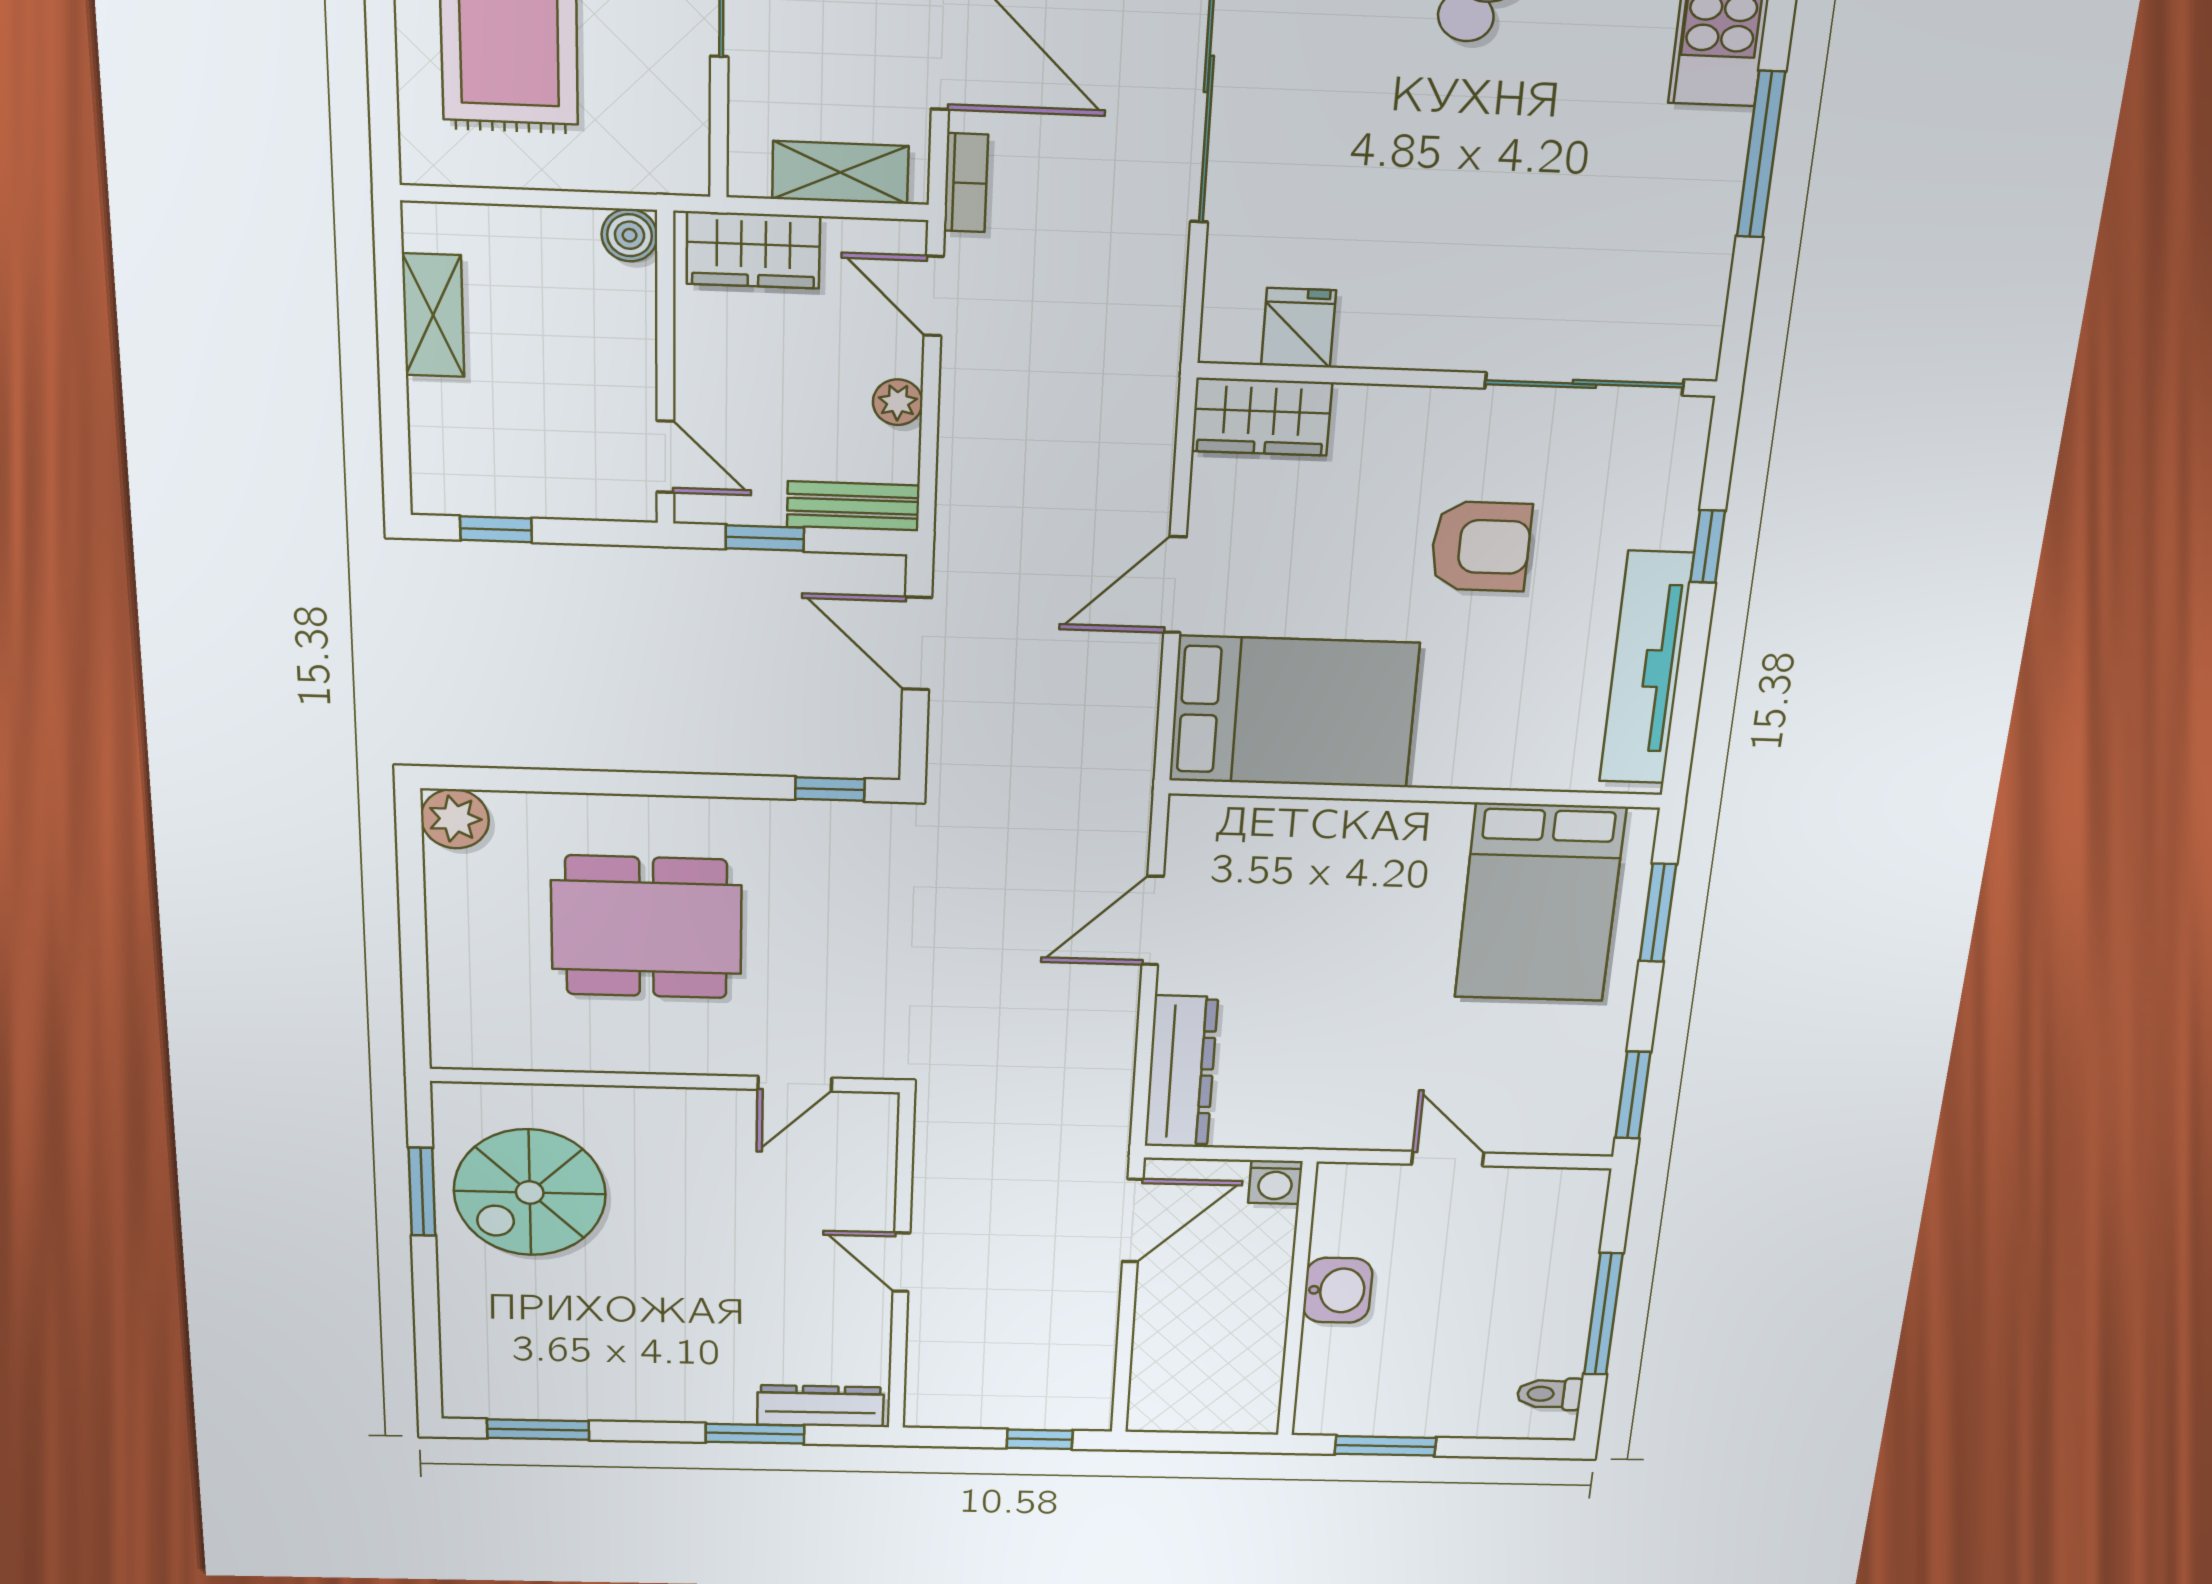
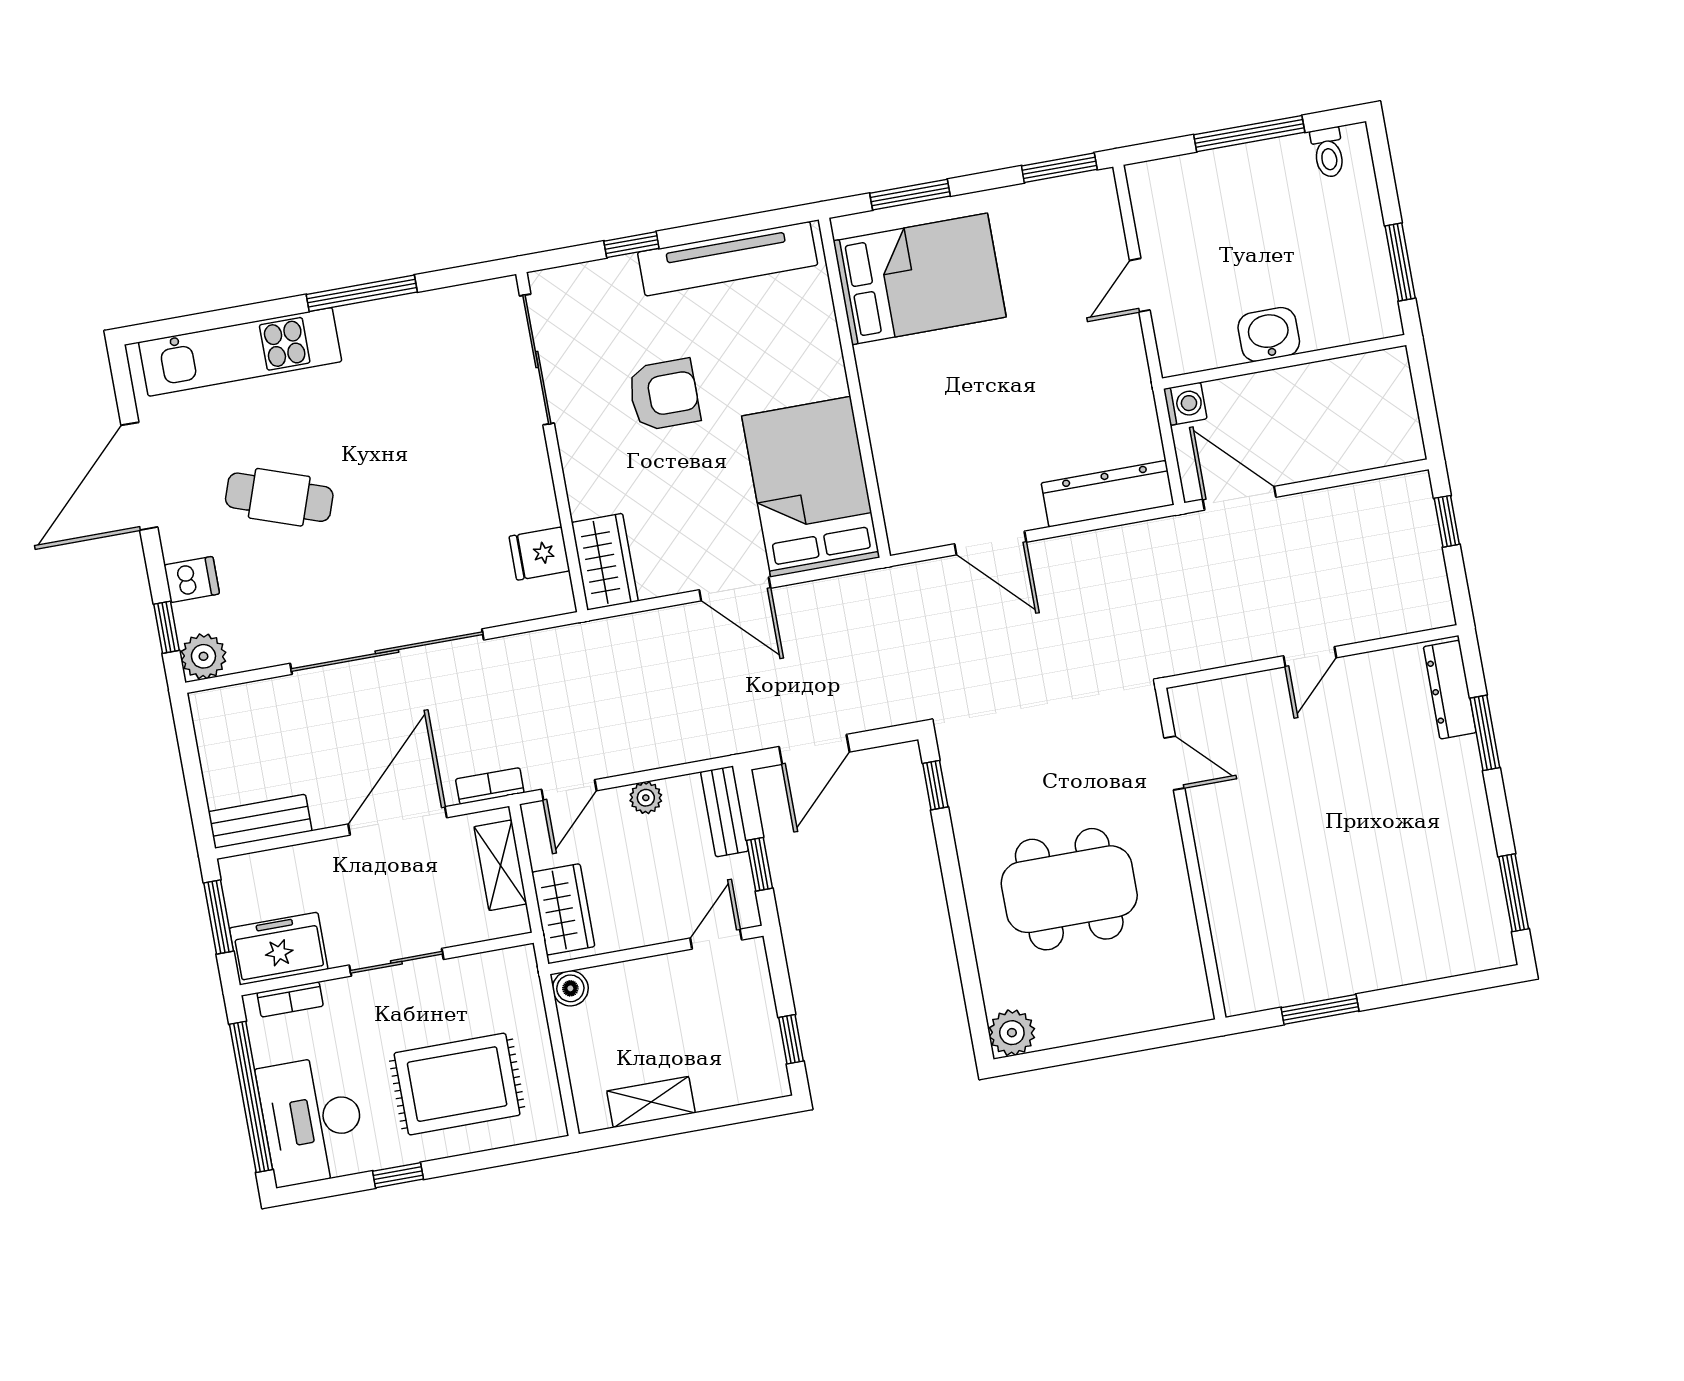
armchair: (1481, 546) -> (664, 395), turned 90
dining table: (646, 927) -> (1069, 889), turned 90
spiral stairs: (530, 1192) -> (1305, 933), removed

